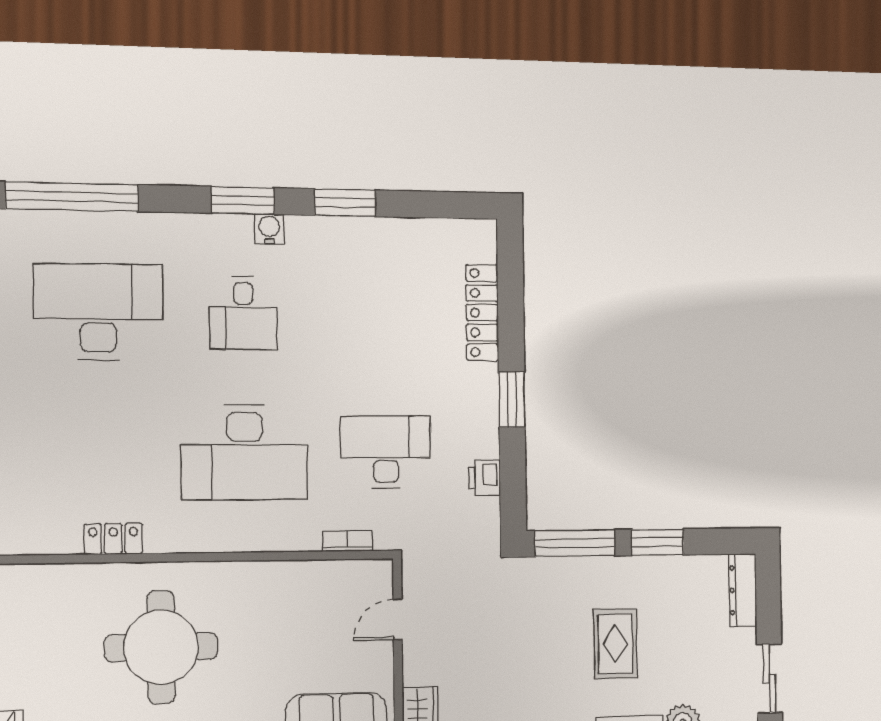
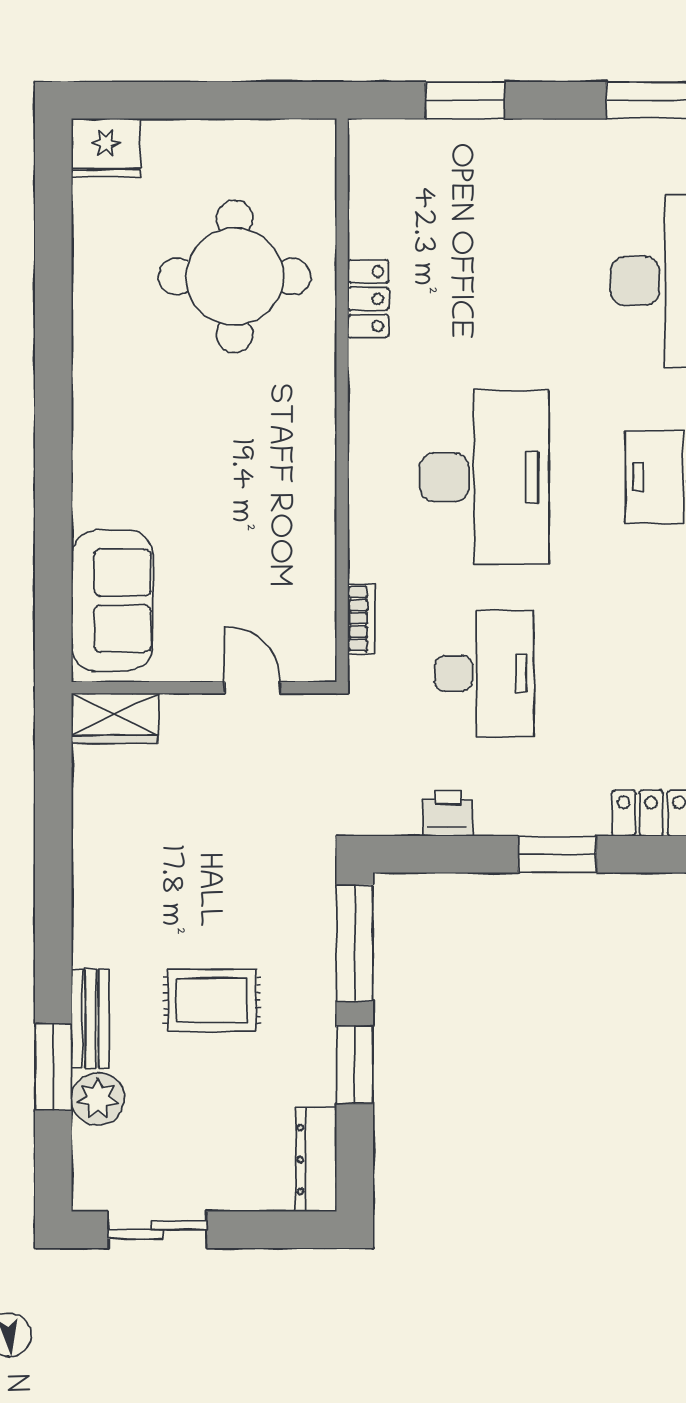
desk: (244, 452) -> (484, 477), turned 180
dresser: (743, 590) -> (316, 1160), moved, turned -90
round table: (161, 647) -> (234, 276), moved

